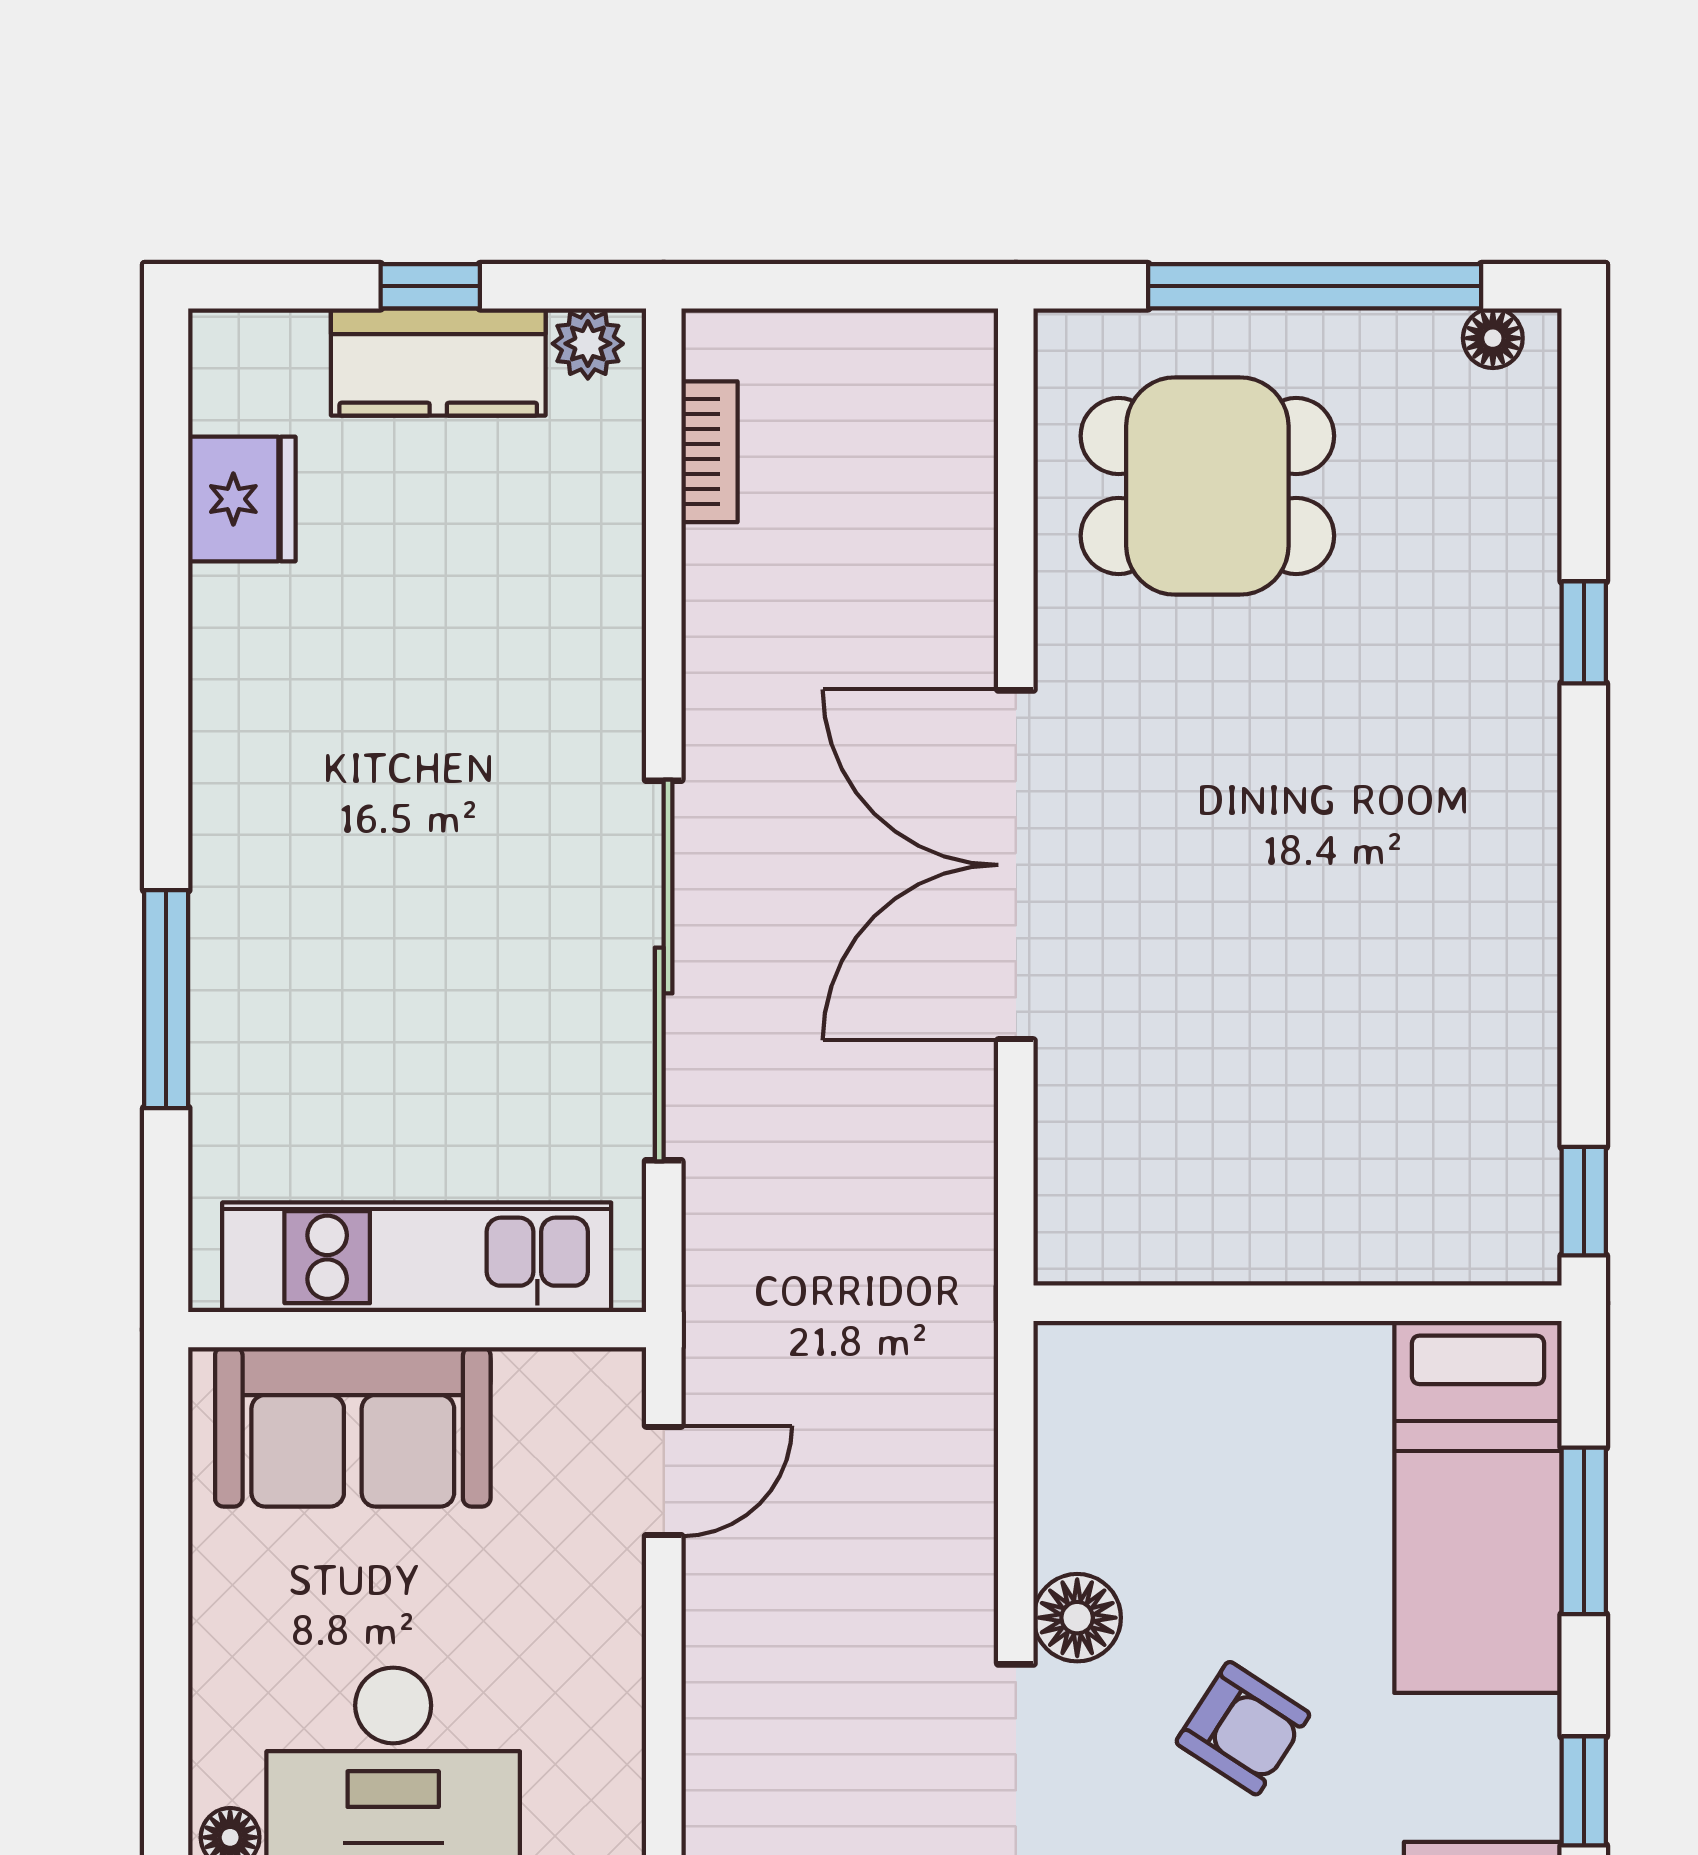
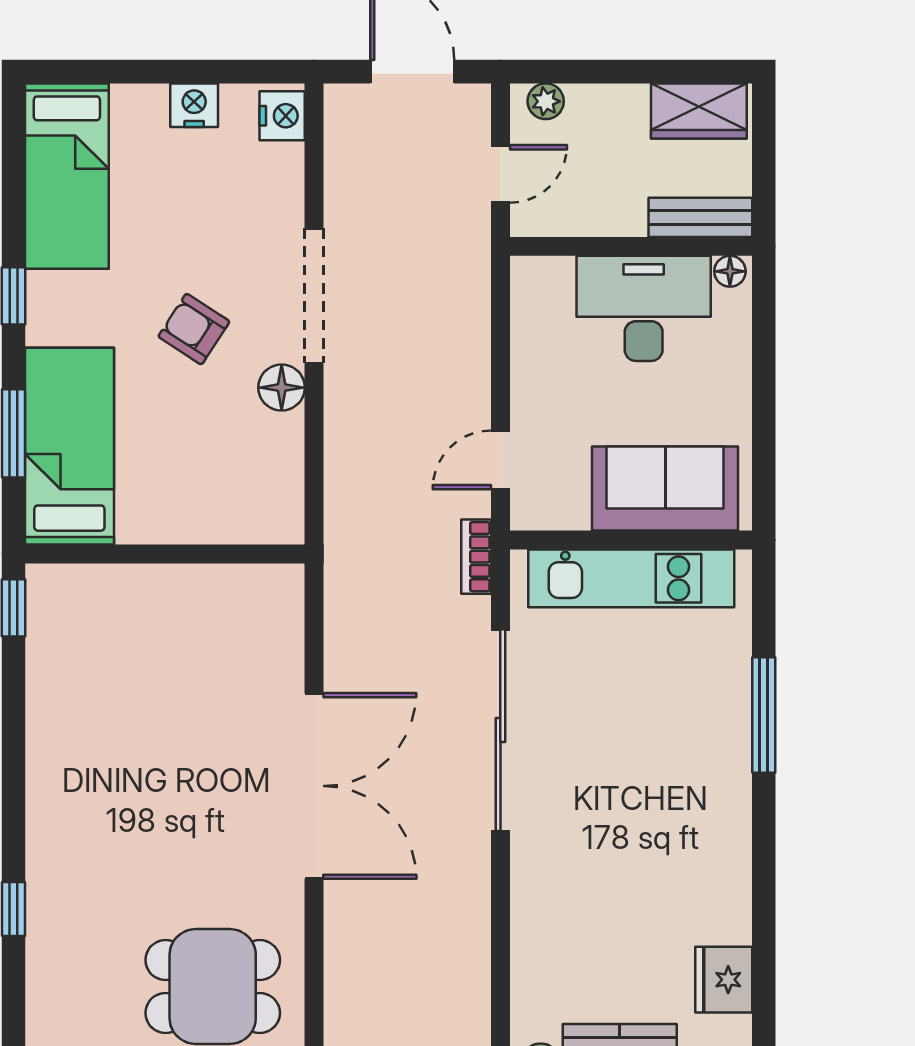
bookcase: (709, 452) -> (476, 557), moved

